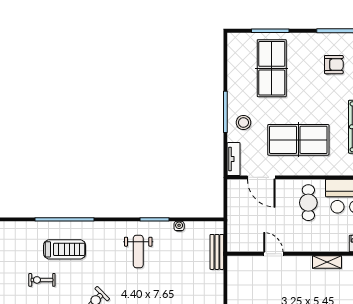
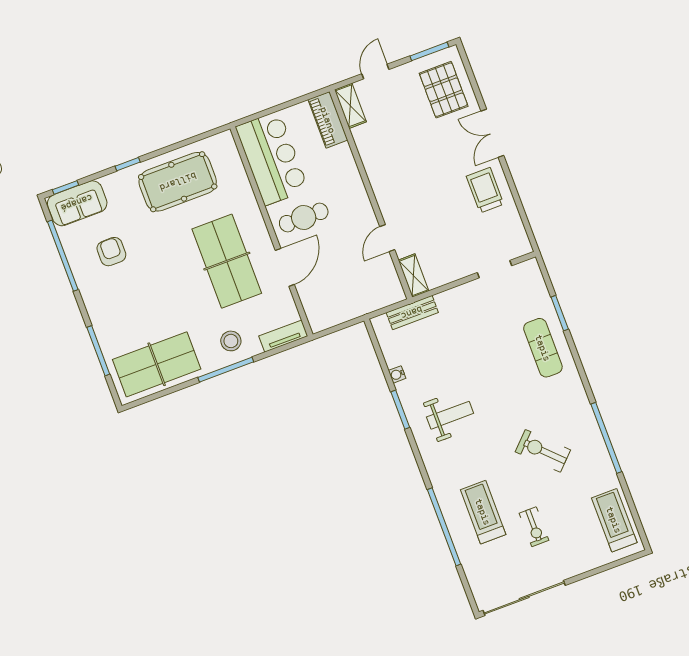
table tennis table: (272, 68) -> (157, 364), moved
door: (261, 177) -> (285, 267), moved
shelving: (327, 262) -> (413, 276), moved

